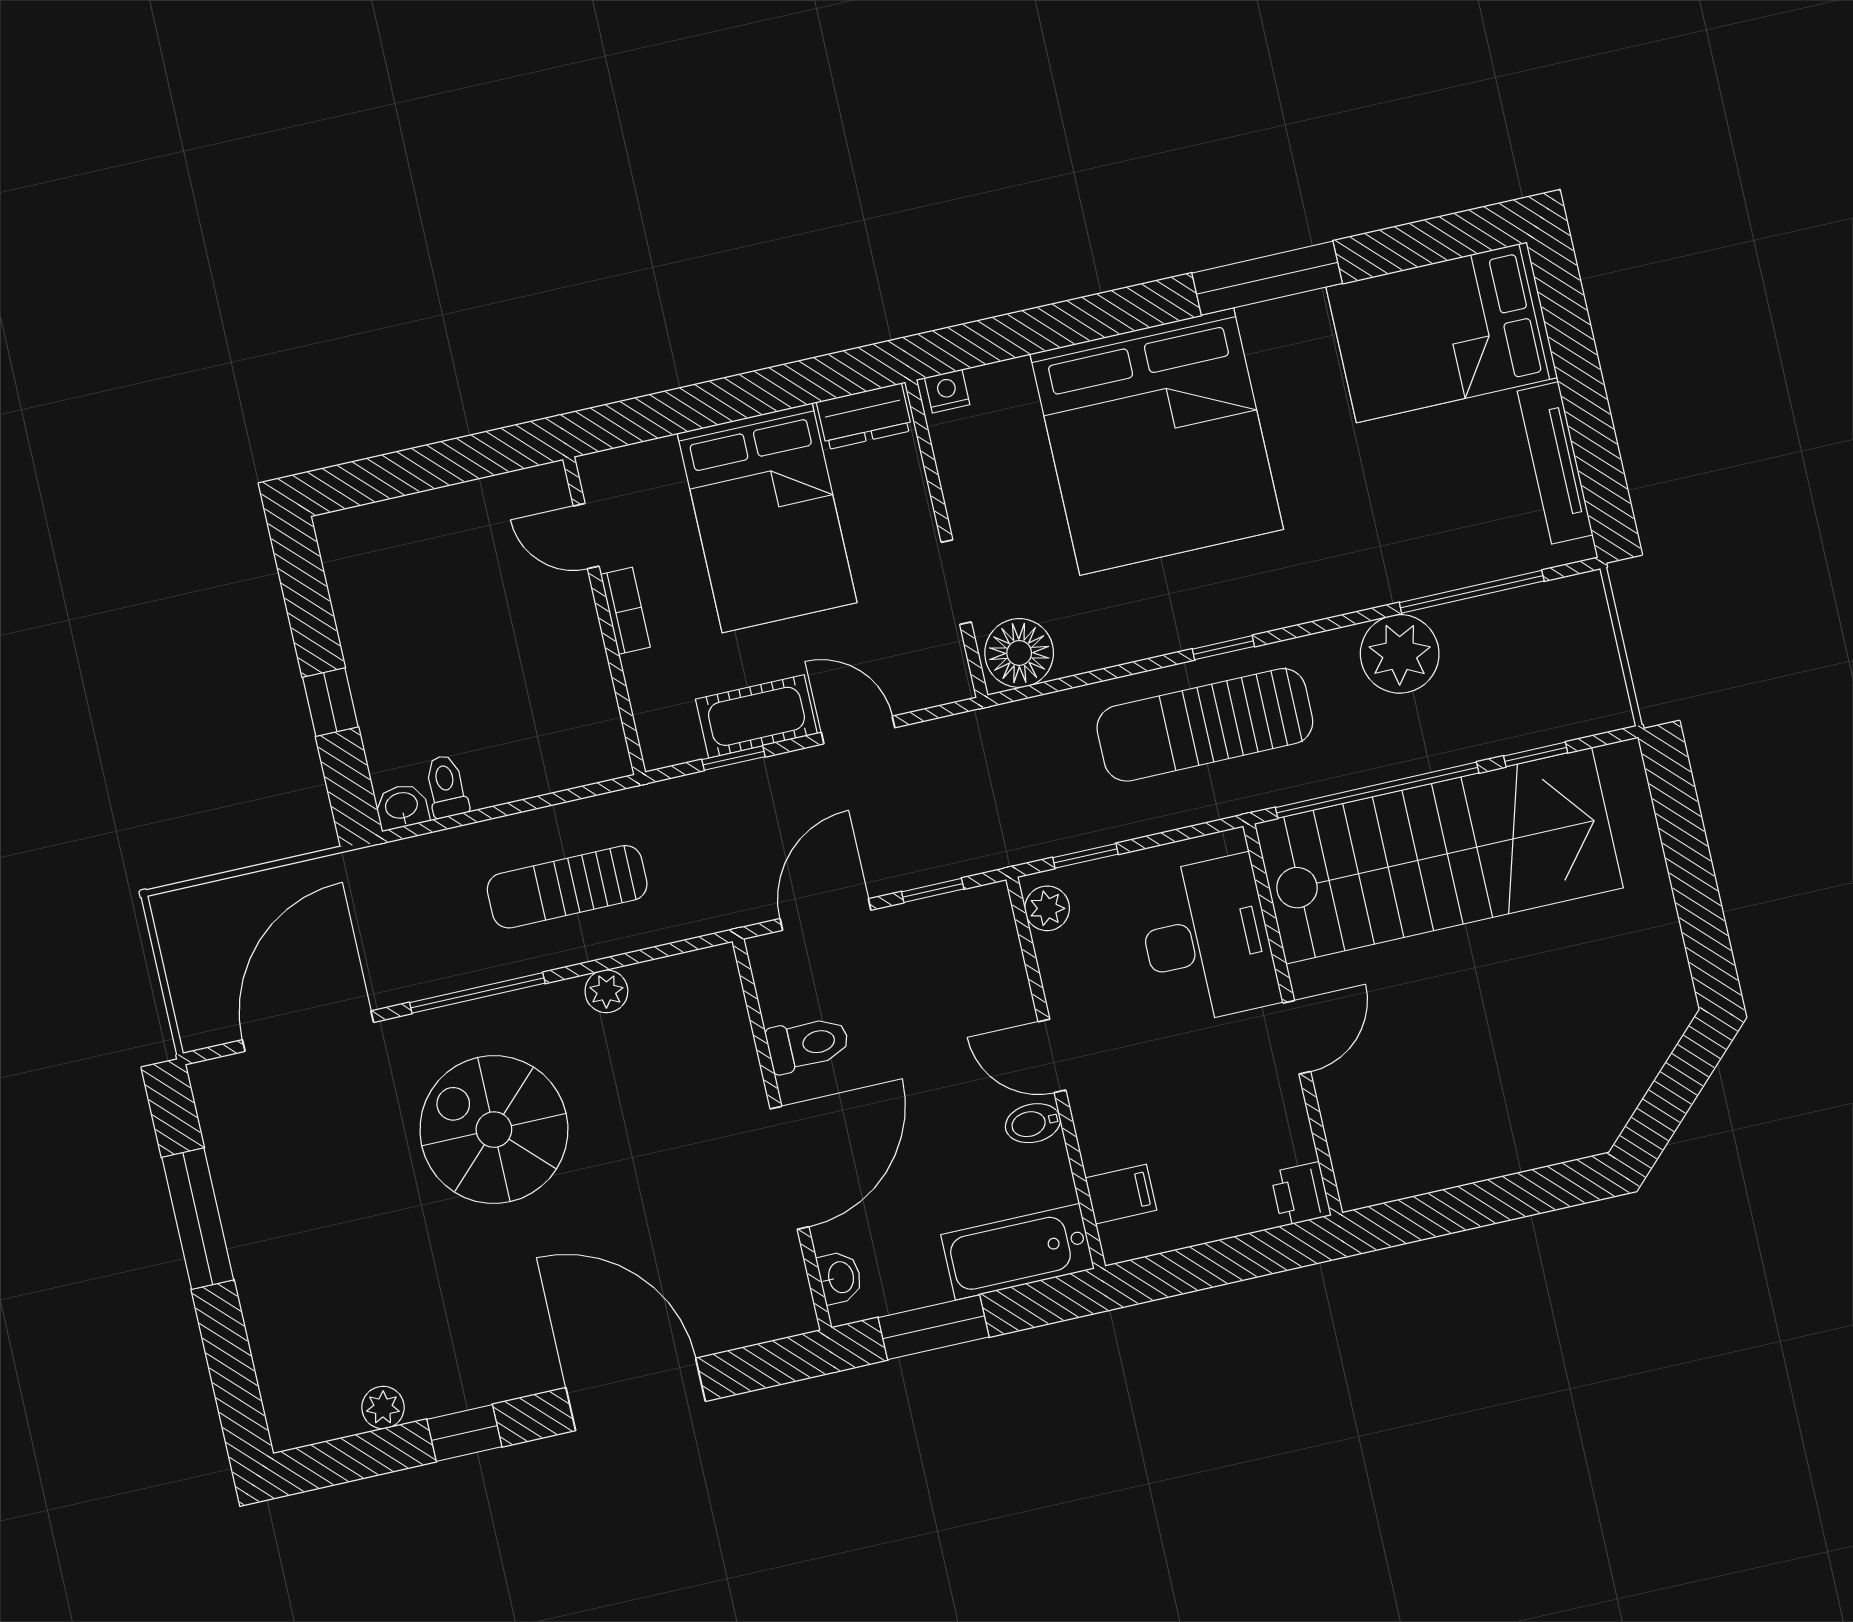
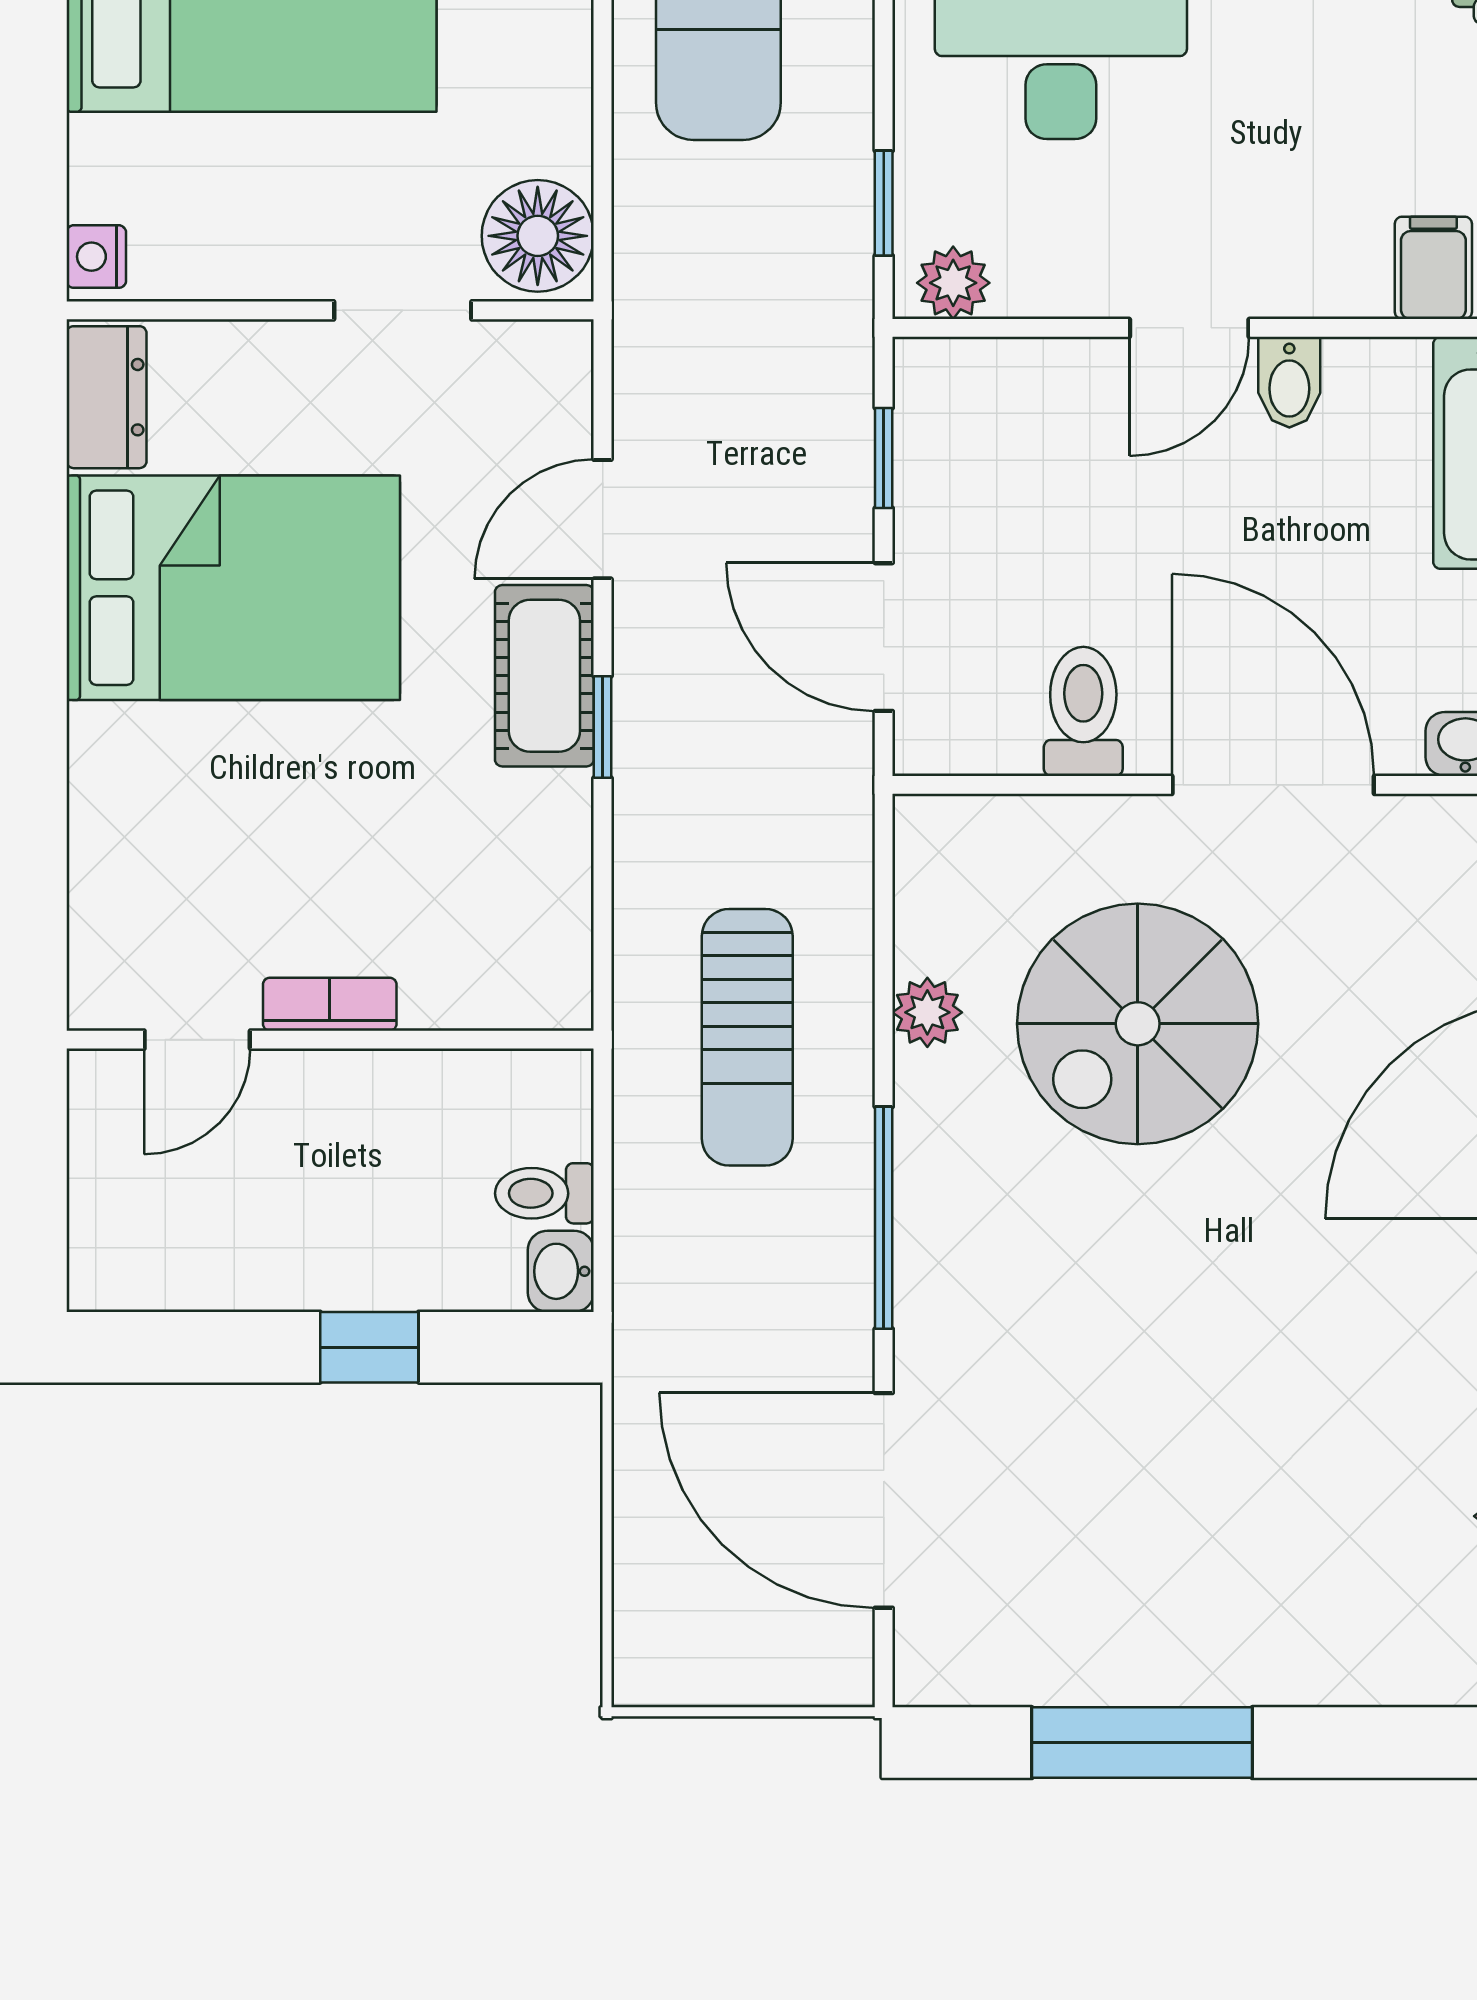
door: (586, 536) -> (197, 1040), moved
bookcase: (625, 611) -> (330, 1004), moved
wall: (604, 616) -> (330, 1040), moved
spiral stairs: (494, 1130) -> (1138, 1024), moved

